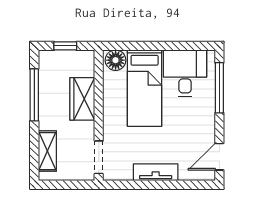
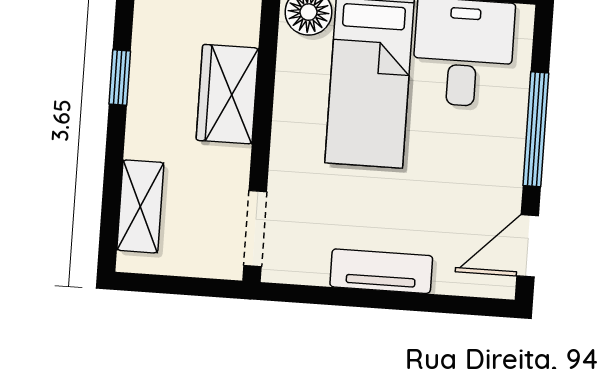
window: (219, 88) -> (536, 129), moved
window: (34, 95) -> (120, 77), width x0.46

